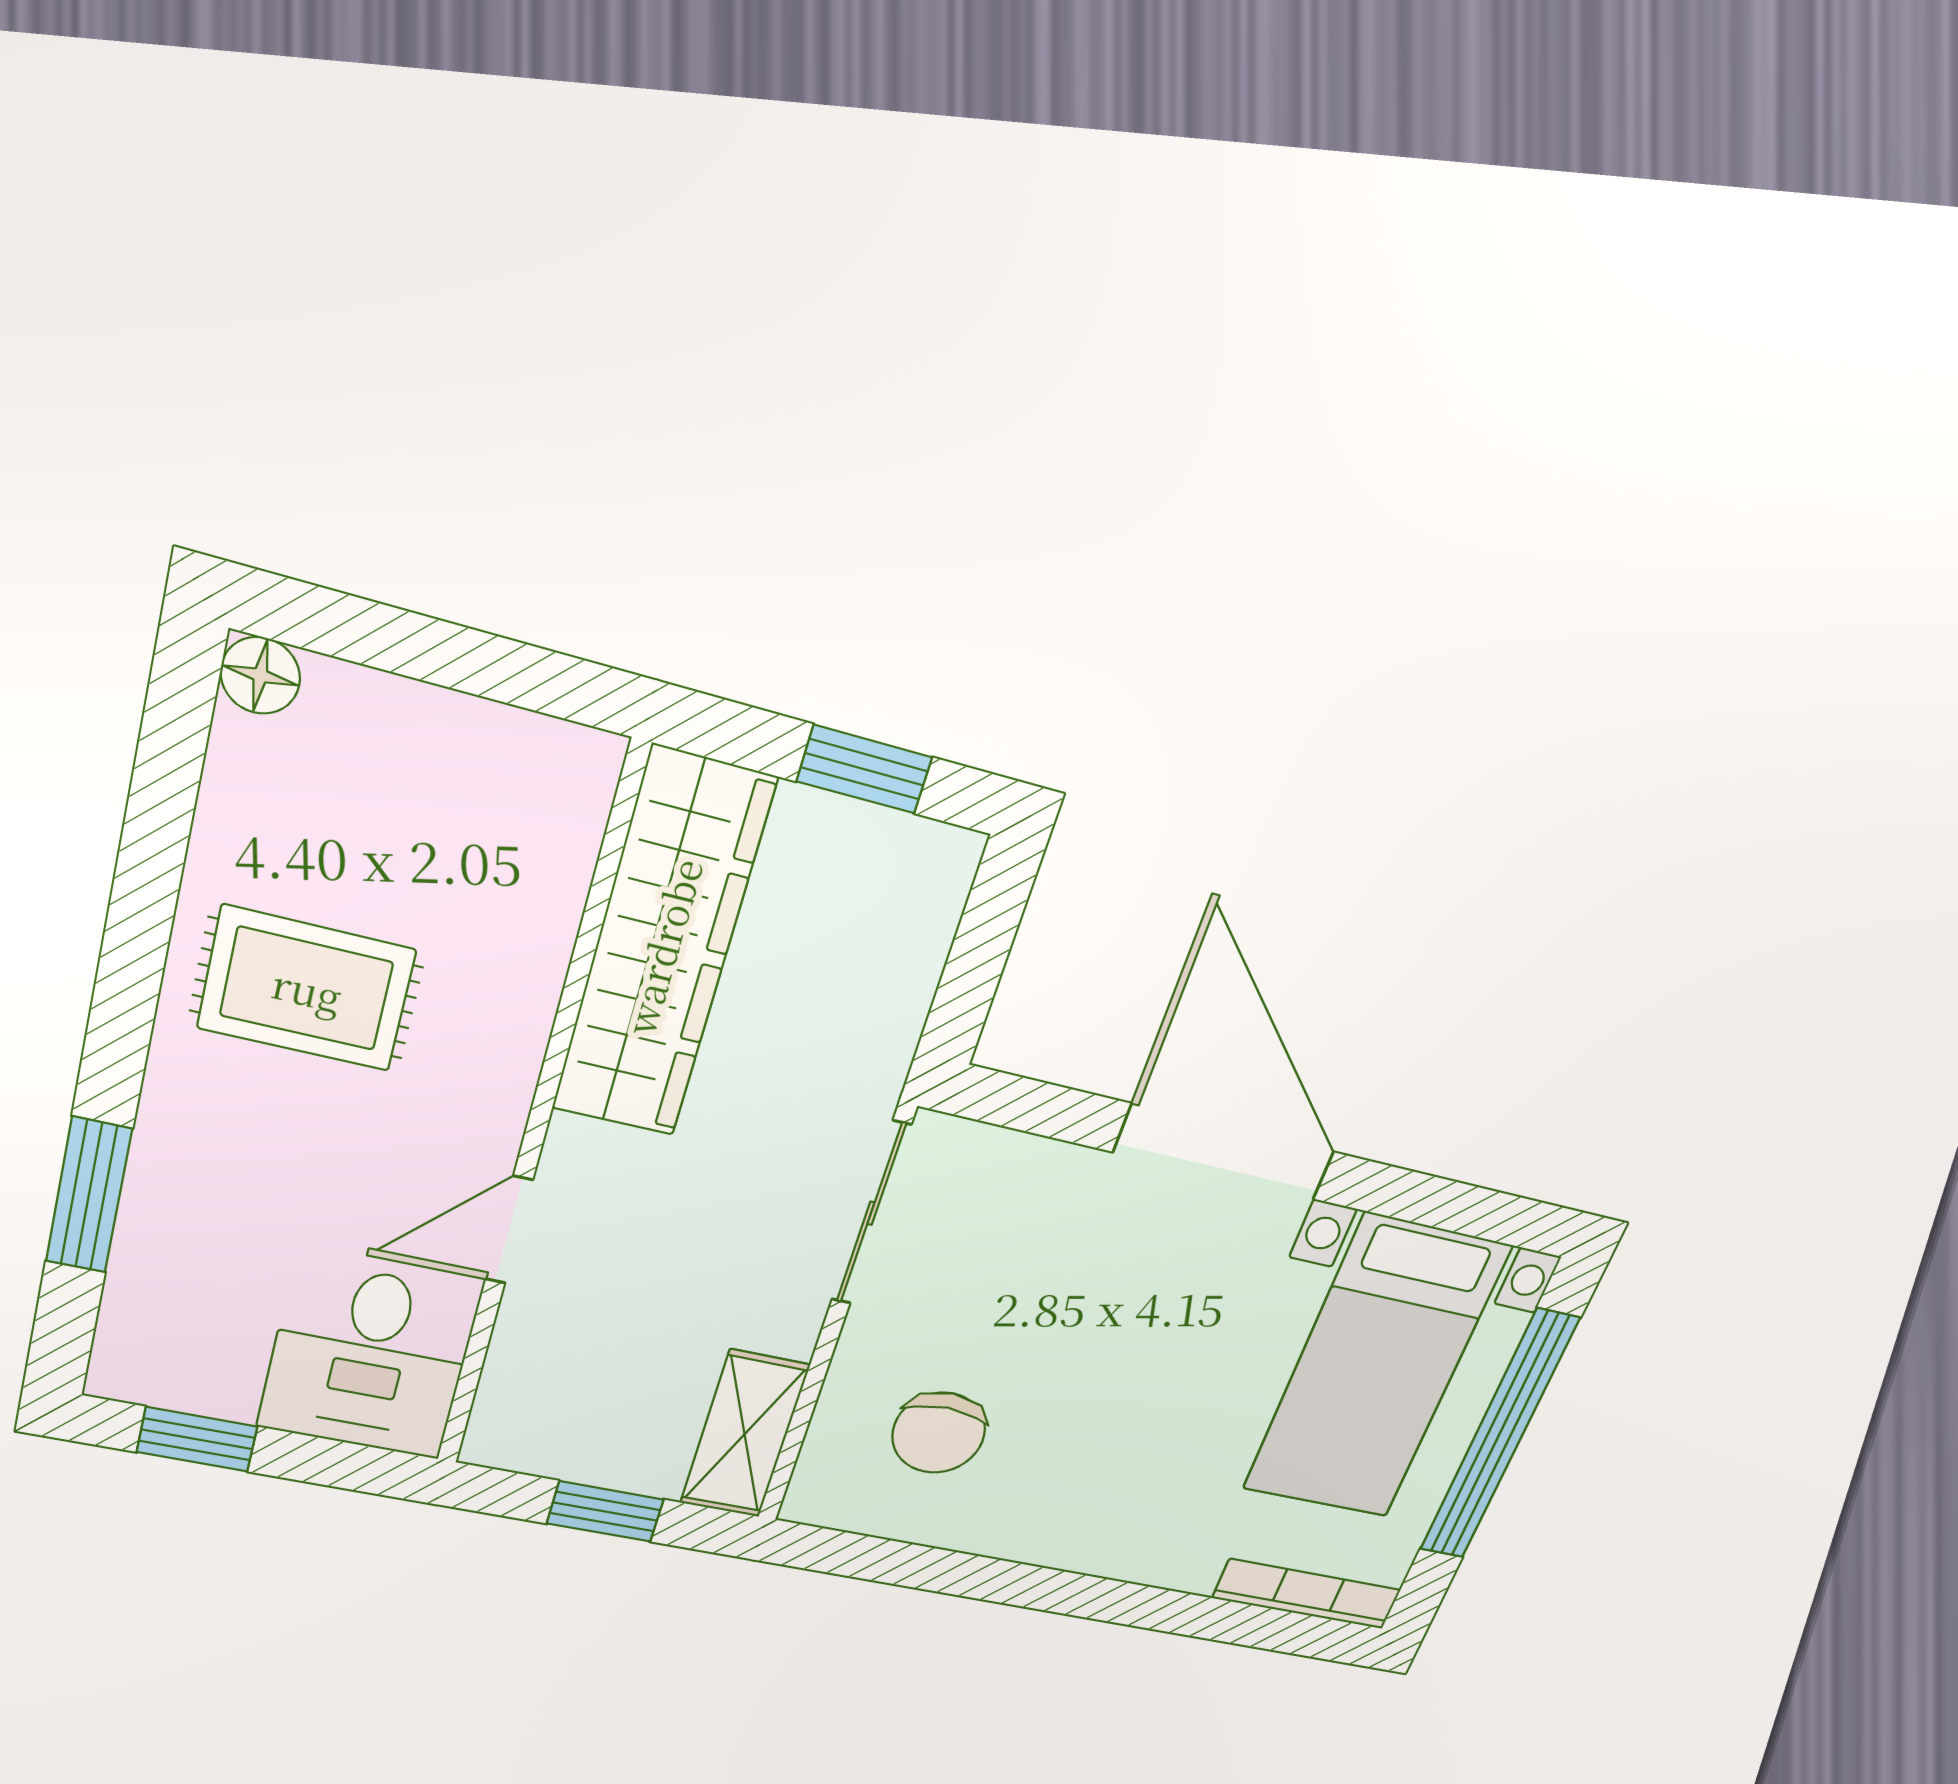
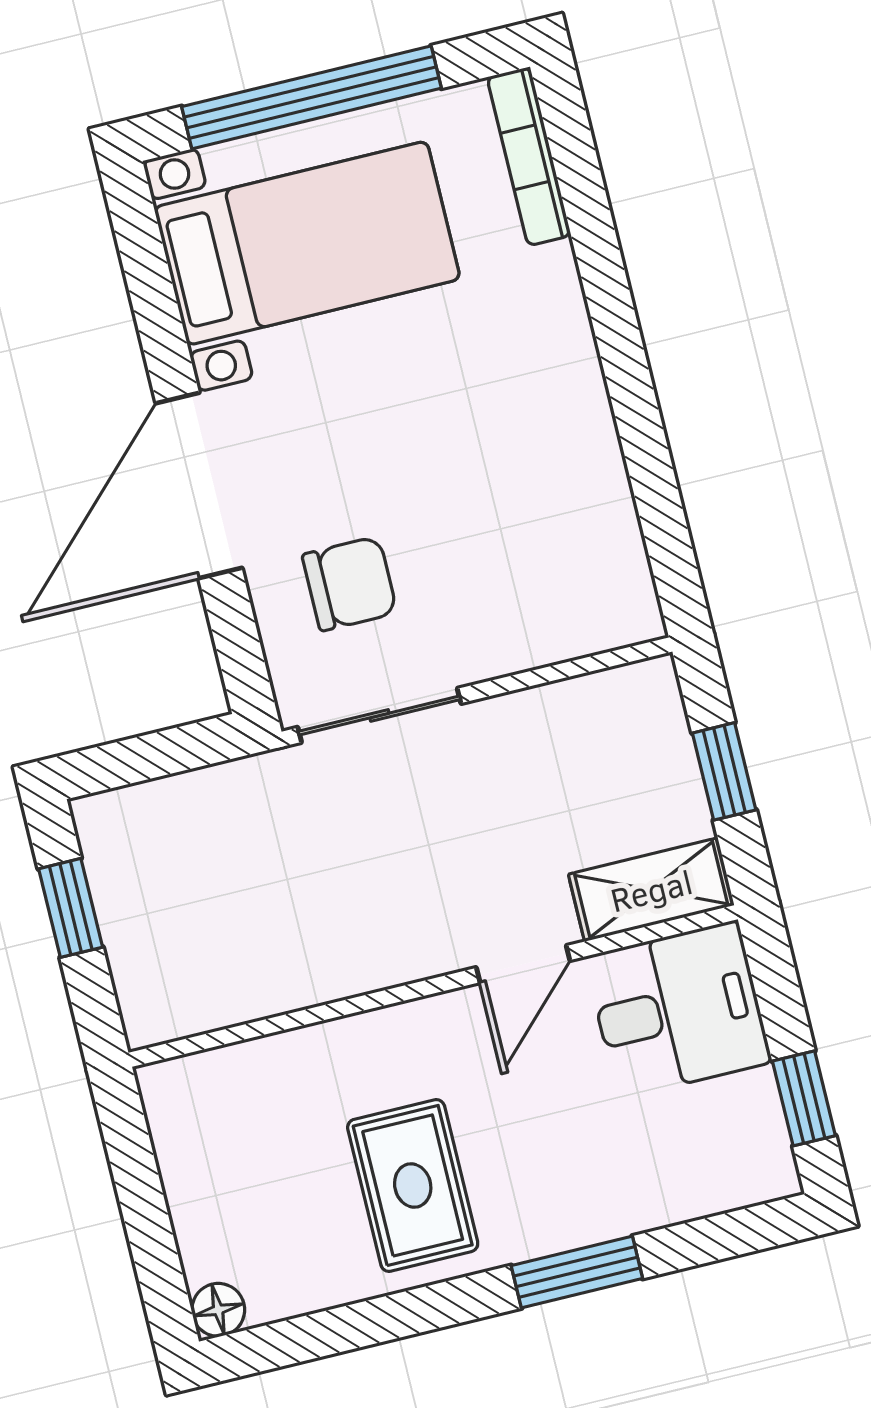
wardrobe: (662, 946) -> (260, 972), removed
window: (89, 1195) -> (577, 1272), moved
door: (509, 1230) -> (523, 964), hinge flipped
chair: (939, 1433) -> (350, 584), moved
shelving: (745, 1434) -> (651, 890), moved

